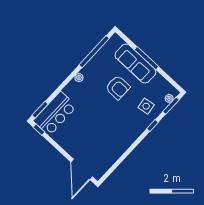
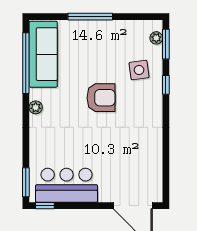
sofa: (135, 64) -> (43, 54), moved, turned -90
armchair: (118, 87) -> (101, 98), moved
bar counter: (55, 114) -> (67, 185), moved, turned -90

